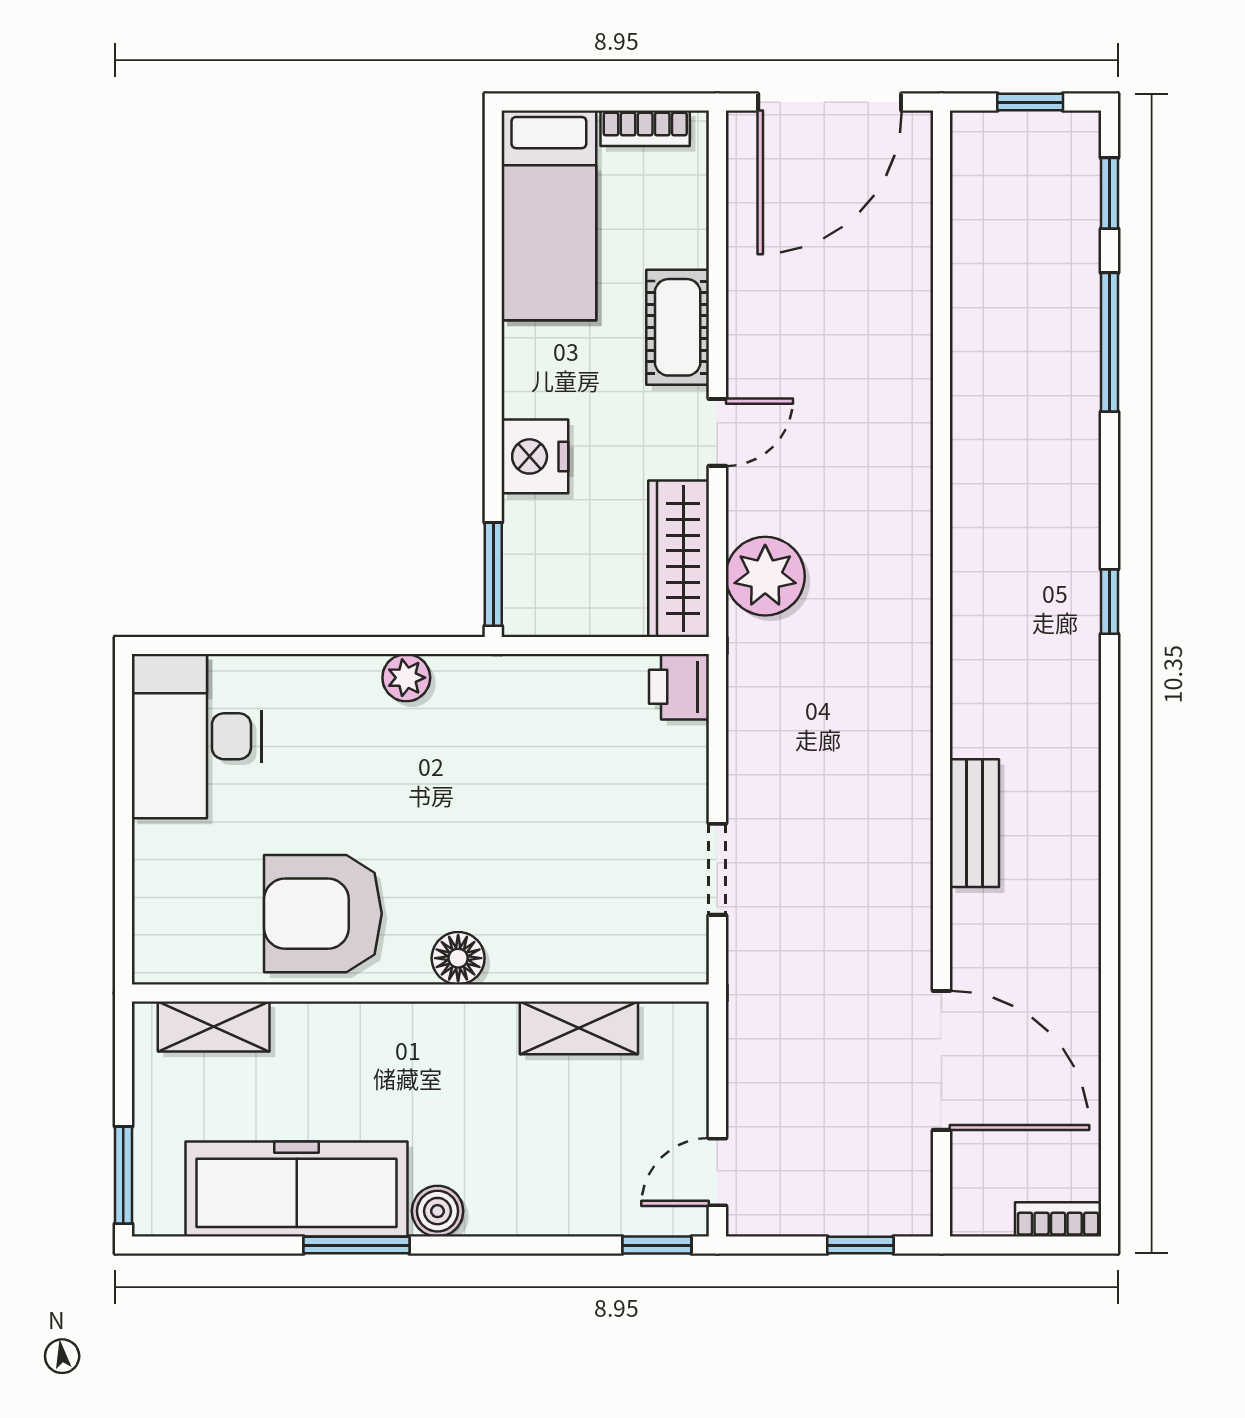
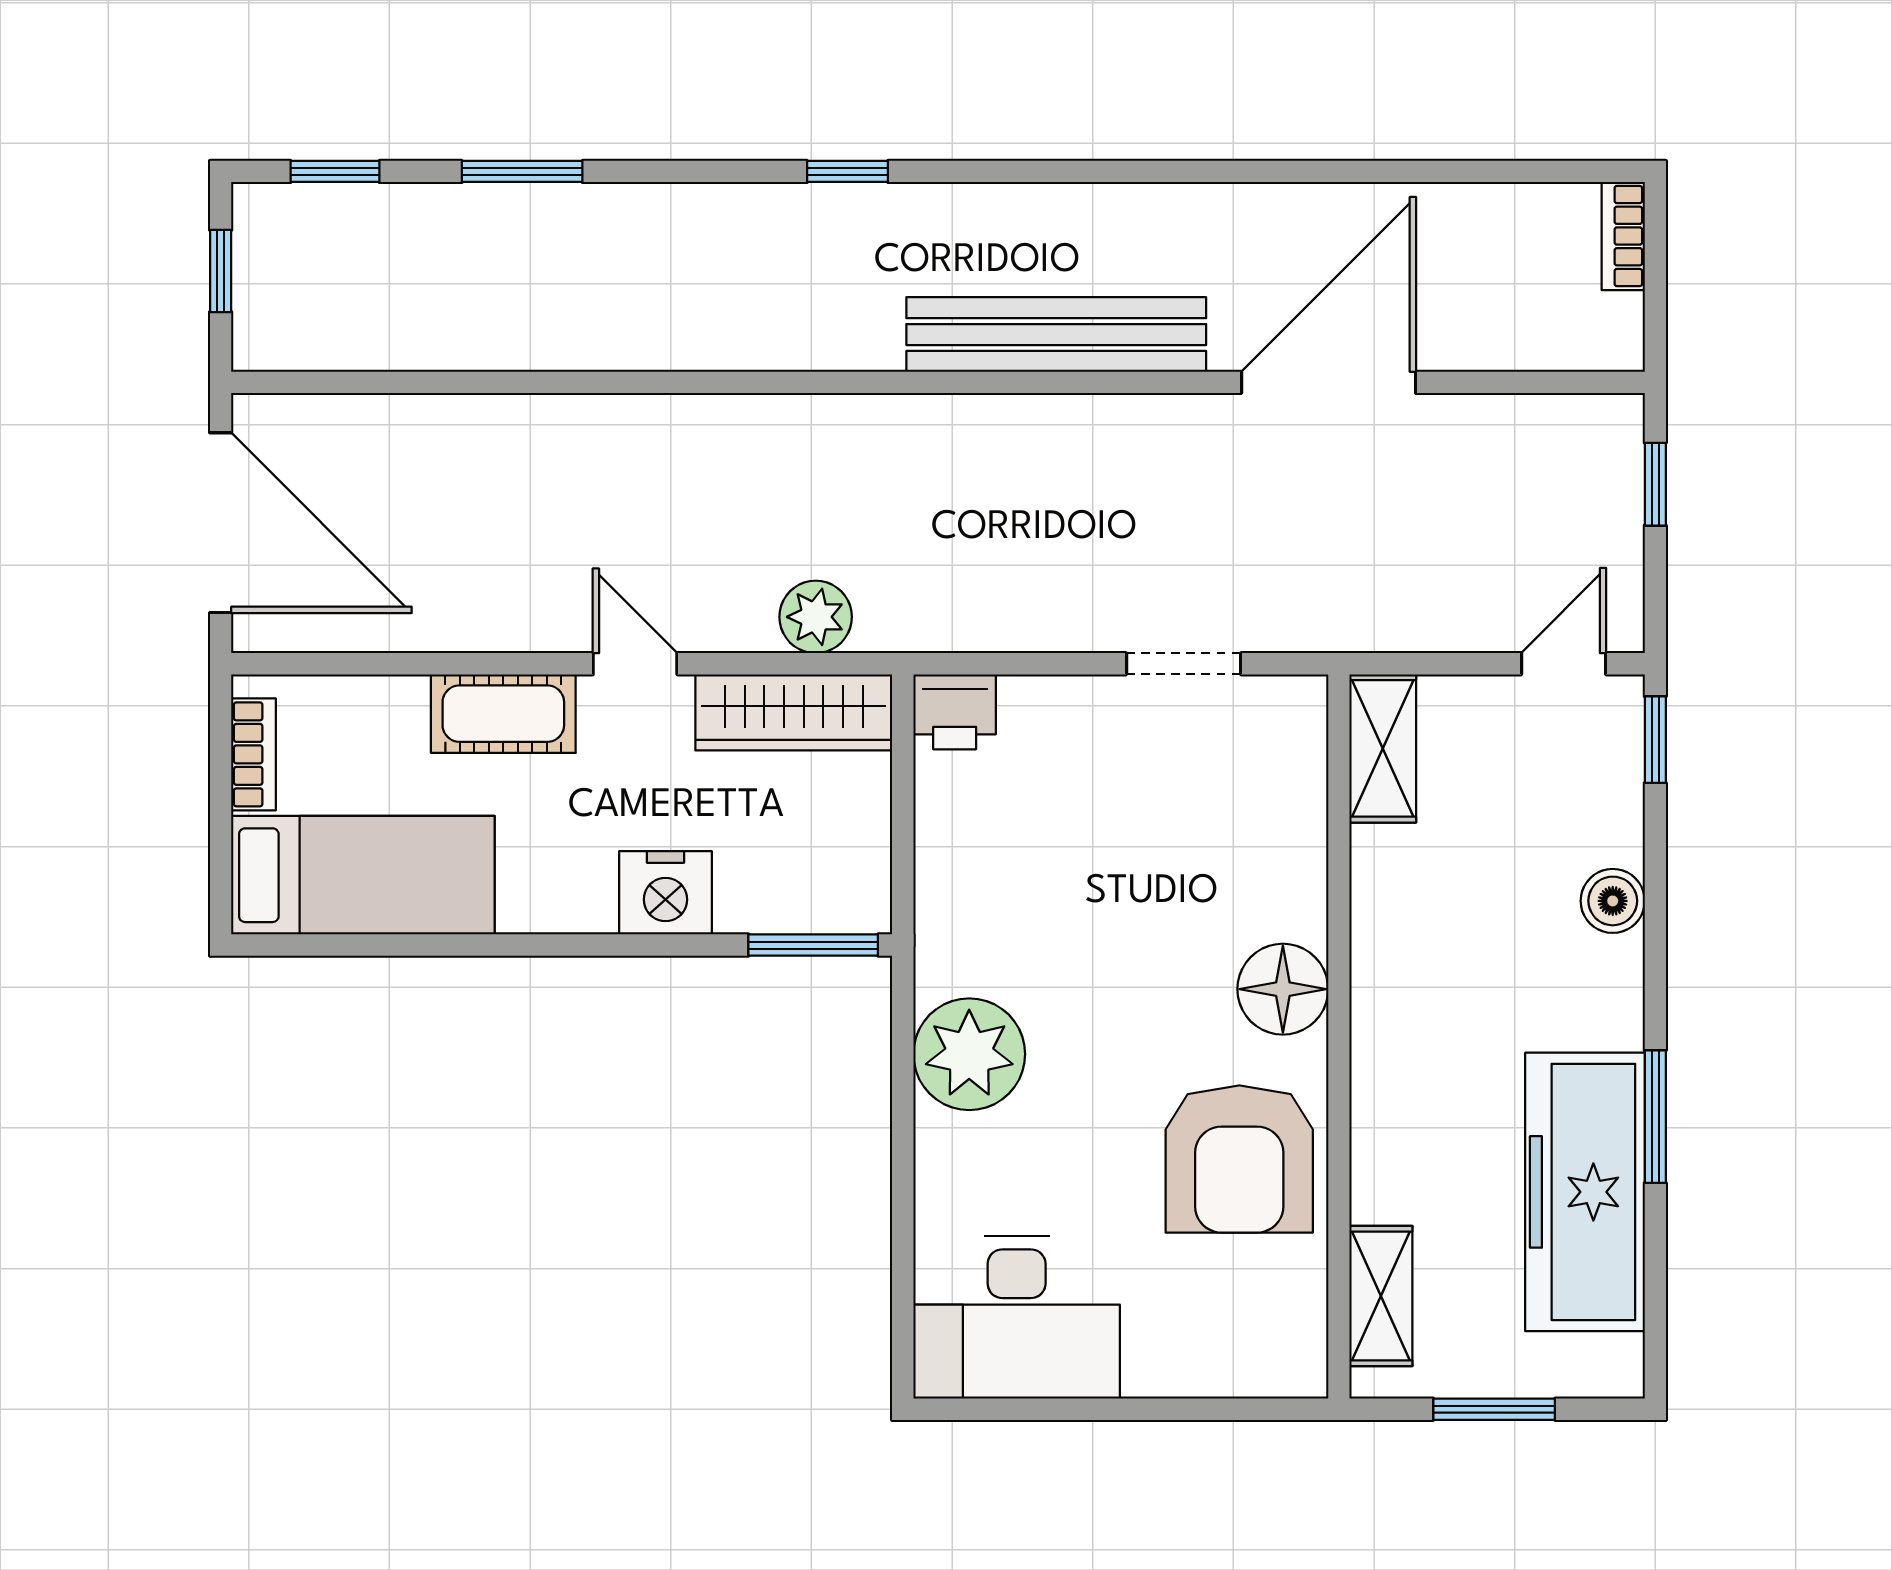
window: (1110, 342) -> (522, 171), width x0.69
plant: (765, 576) -> (816, 617), width x0.73, depth x0.73
plant: (406, 678) -> (969, 1054), width x1.87, depth x1.87
bench: (974, 823) -> (1056, 335), width x1.86, depth x1.21
floor lamp: (458, 958) -> (1283, 989), width x1.38, depth x1.38
shelving: (579, 1028) -> (1383, 748), moved
door: (941, 1060) -> (1329, 382), moved
door: (717, 1172) -> (1564, 664), swing flipped
window: (123, 1175) -> (1494, 1409), moved
boiler: (438, 1211) -> (1613, 901), moved

